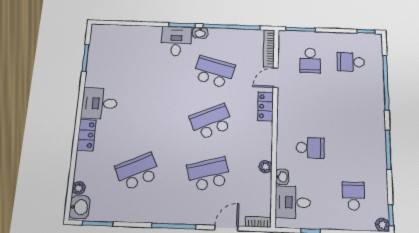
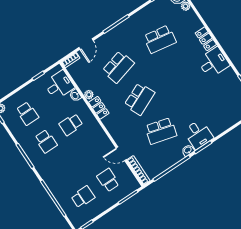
door: (276, 78) -> (121, 154), swing flipped
locker: (265, 106) -> (99, 108), moved
school desk: (353, 149) -> (46, 141), added
school desk: (137, 172) -> (160, 39), turned 33

